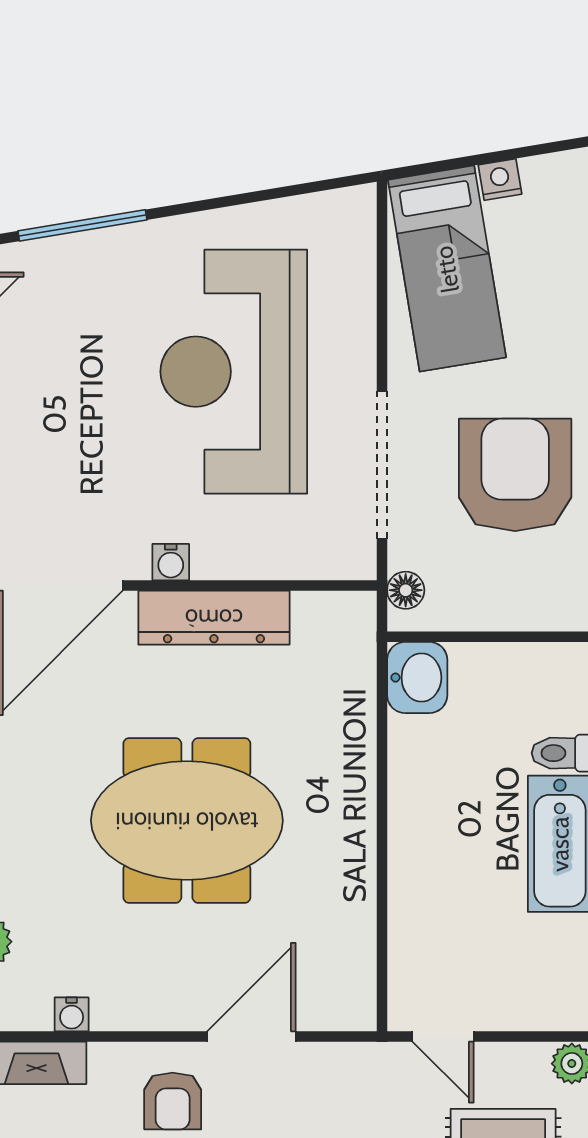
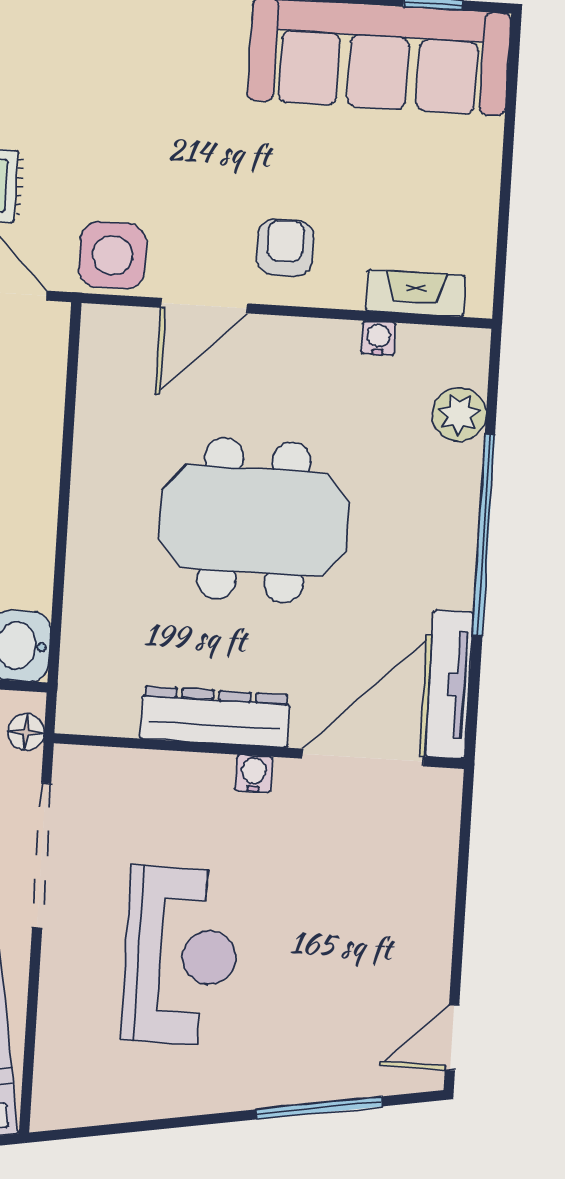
reception desk: (234, 372) -> (180, 956), width x0.74, depth x0.77
side table: (348, 1082) -> (112, 255), added

